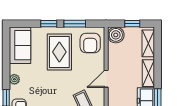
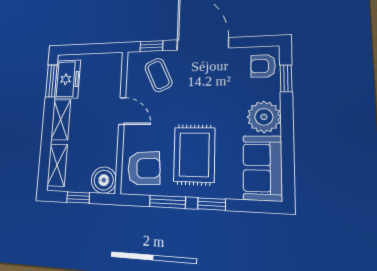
armchair: (90, 43) -> (144, 168), turned 87
plant: (14, 79) -> (264, 117), width x1.87, depth x1.87
door: (106, 79) -> (122, 111), hinge flipped

